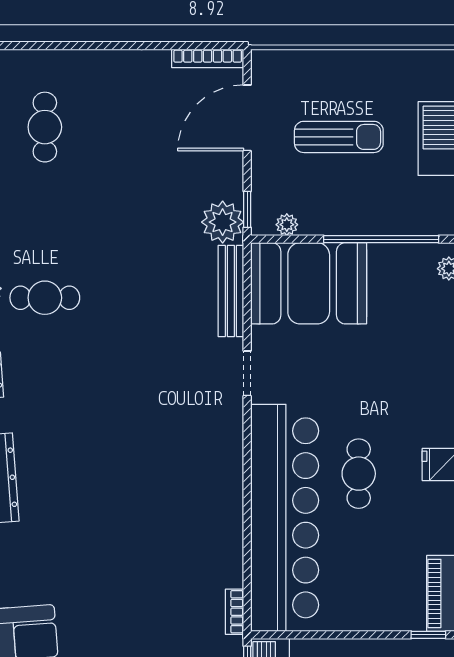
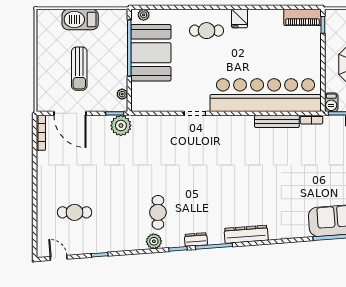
sun lounger: (339, 137) -> (79, 69), turned 180
booth: (309, 283) -> (151, 53), moved
bench: (231, 291) -> (277, 121), moved
cafe table: (359, 474) -> (207, 31), moved

